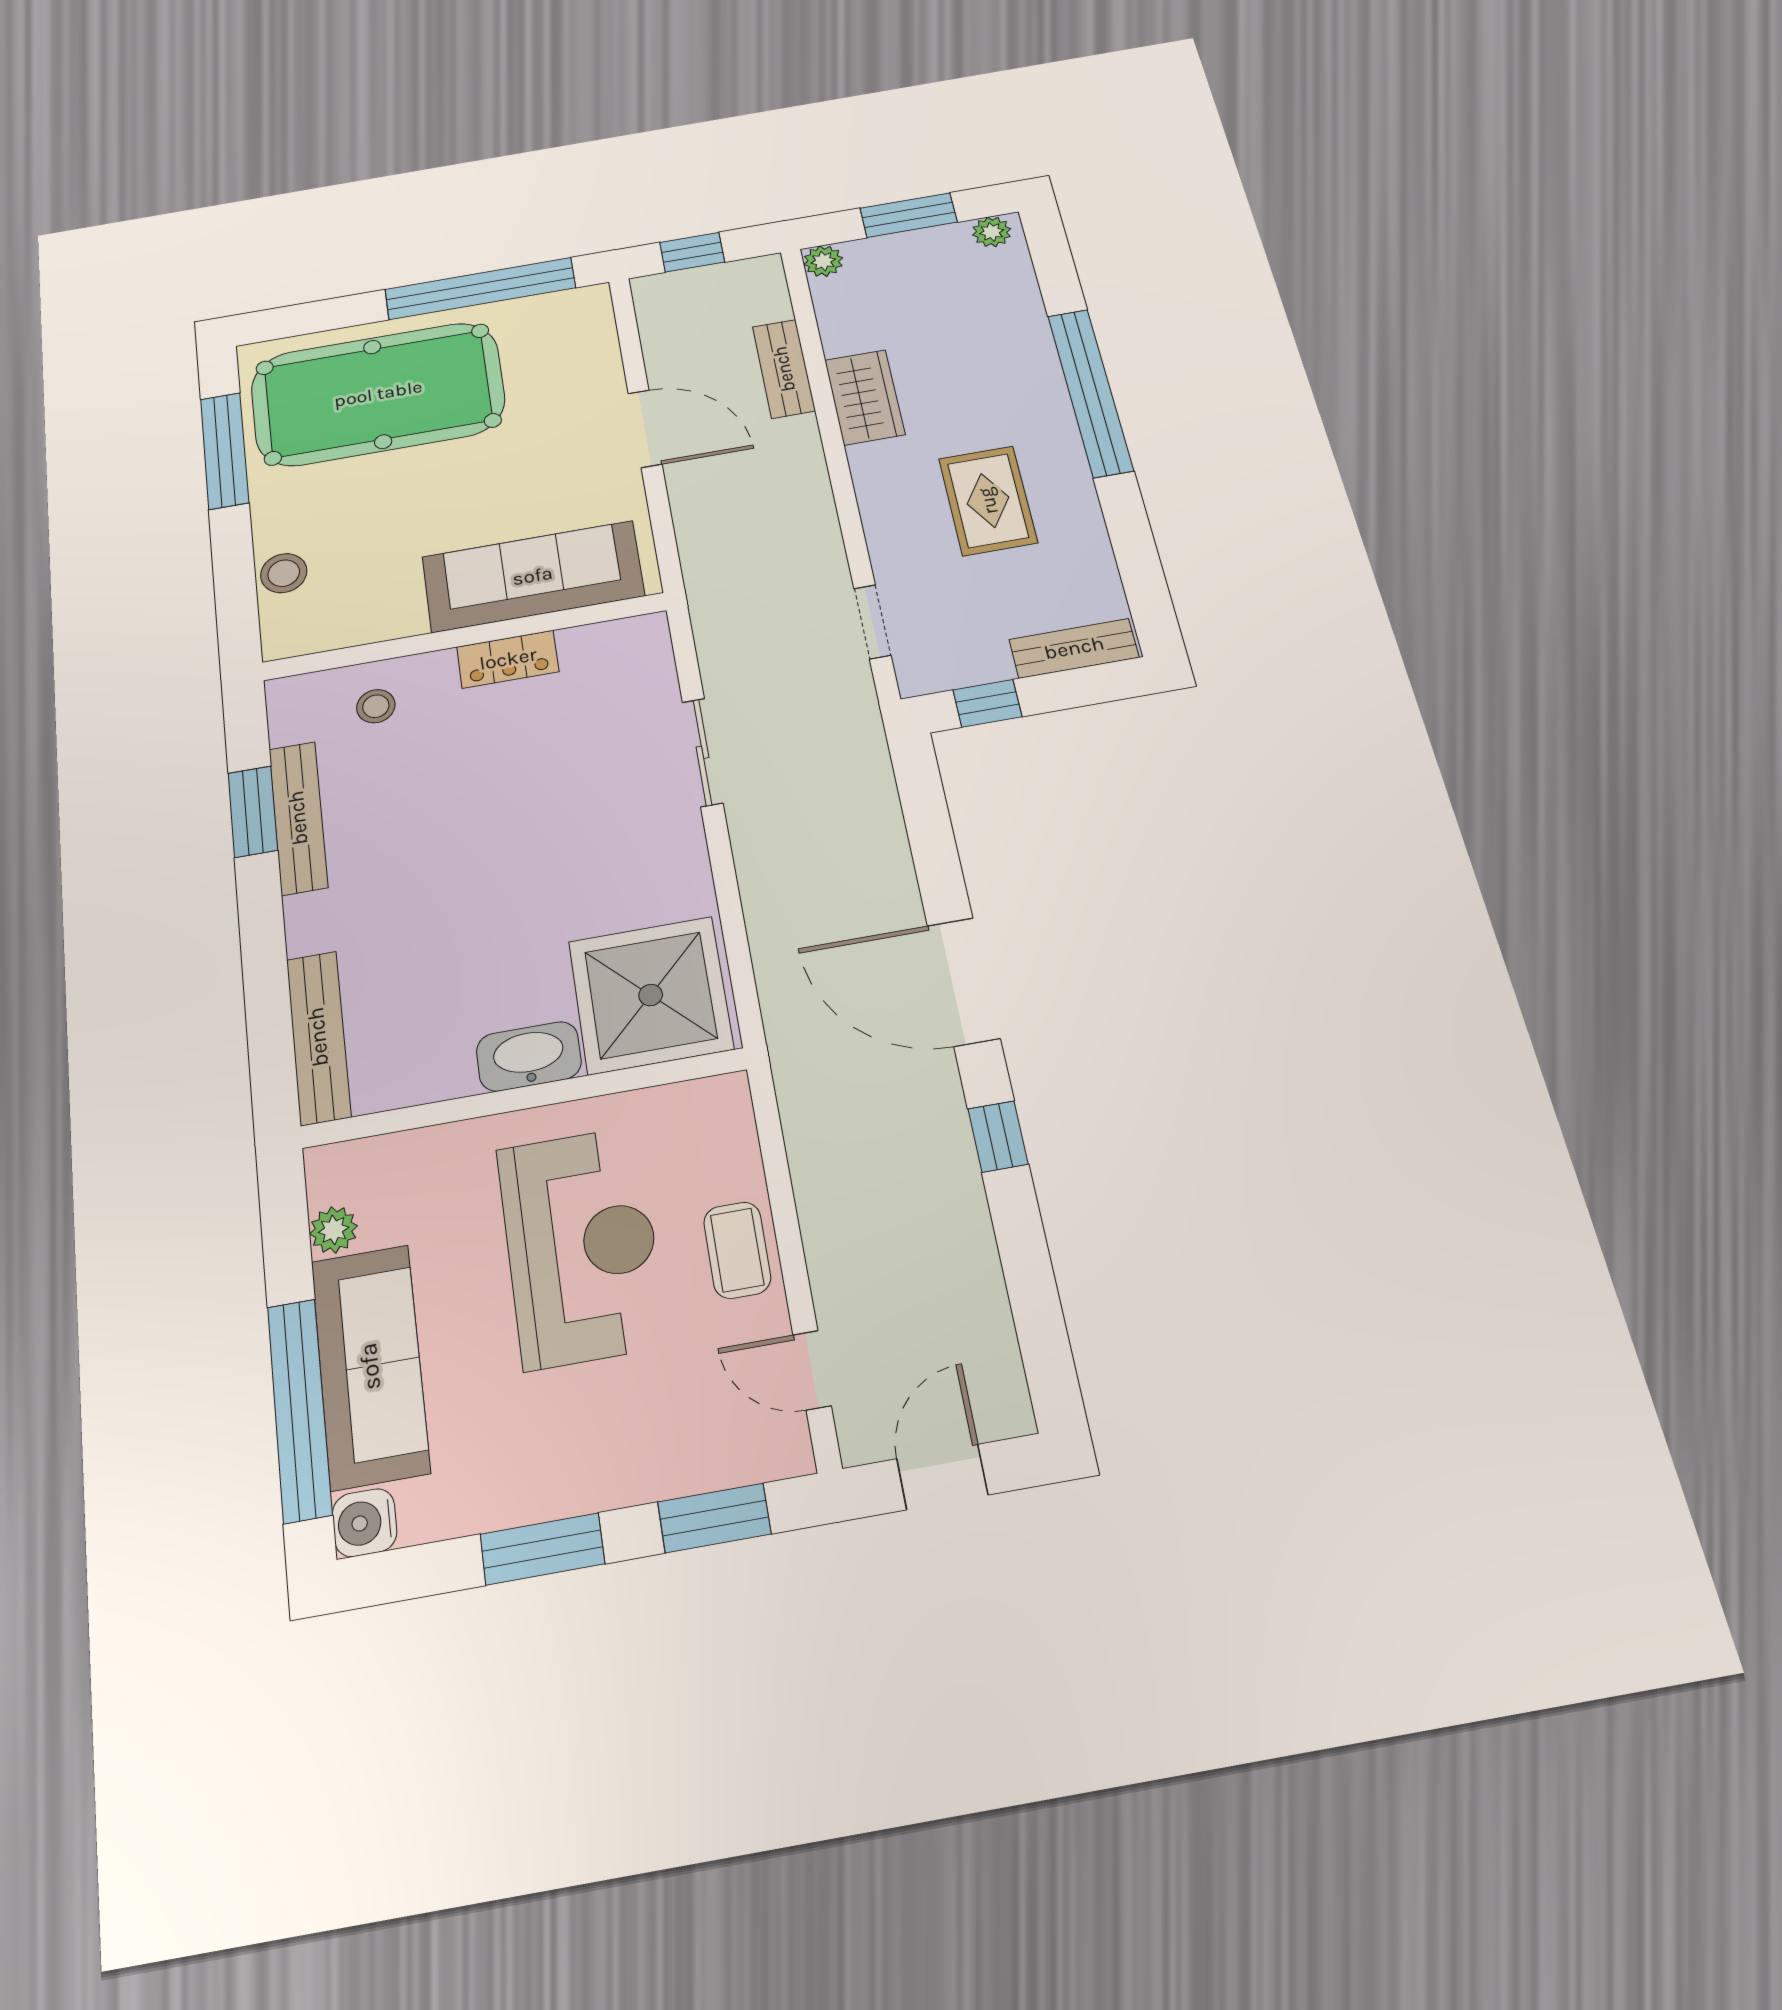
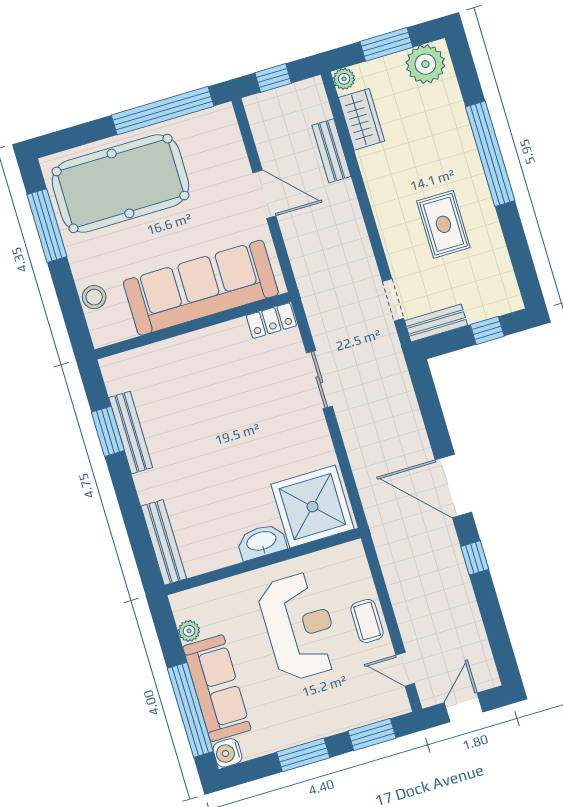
plant: (992, 232) -> (425, 64), width x1.87, depth x1.87
wardrobe: (865, 397) -> (362, 119), moved
sofa: (533, 576) -> (201, 288), width x1.36, depth x1.27
bench: (1074, 648) -> (436, 323), moved
locker: (508, 659) -> (271, 321), moved
window: (987, 703) -> (487, 330), moved
stool: (376, 706) -> (156, 369), removed

